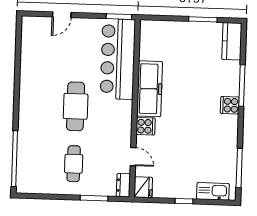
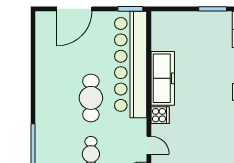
door: (62, 15) -> (74, 9), width x1.88
bar counter: (118, 59) -> (131, 64), width x1.36

